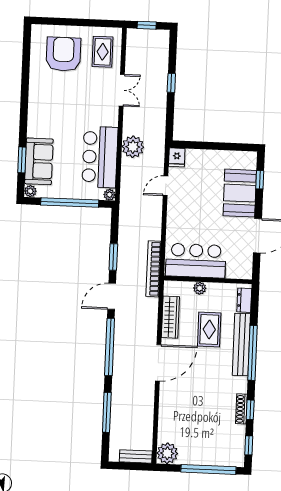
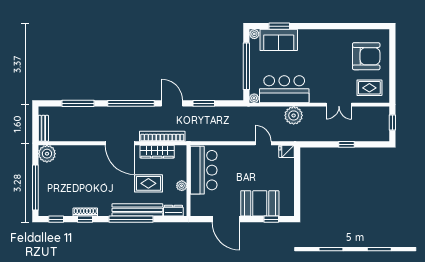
bookcase: (153, 269) -> (162, 136), moved
plant: (200, 288) -> (182, 186), moved

